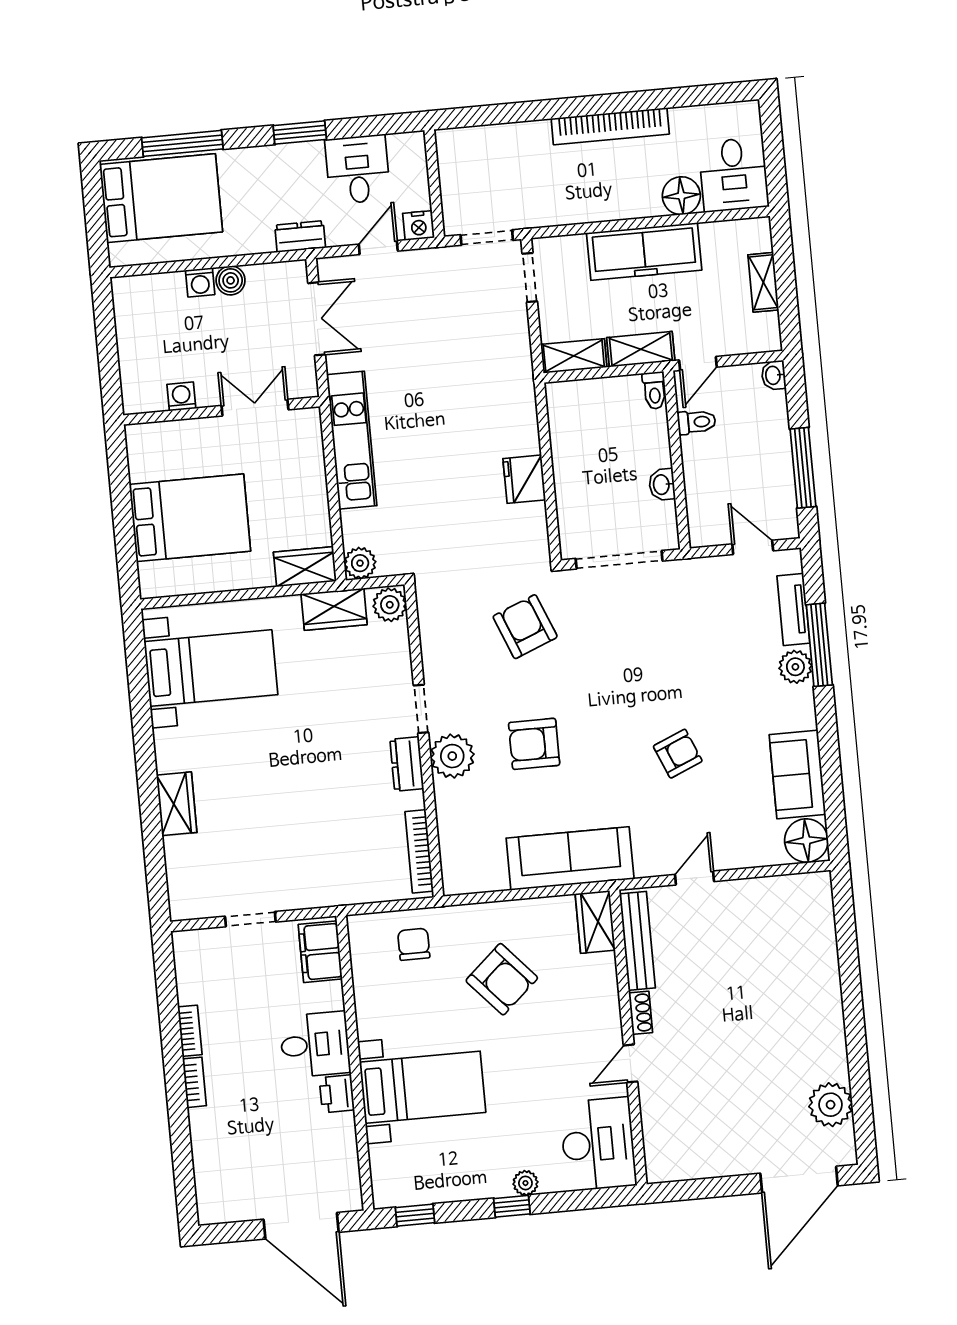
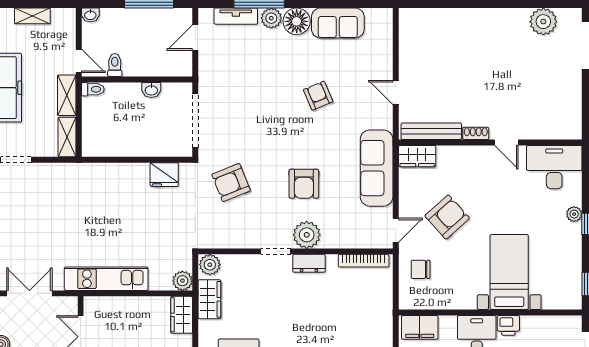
fridge: (524, 479) -> (164, 175), moved
floor lamp: (806, 841) -> (297, 21), moved
door: (473, 898) -> (396, 230), added

